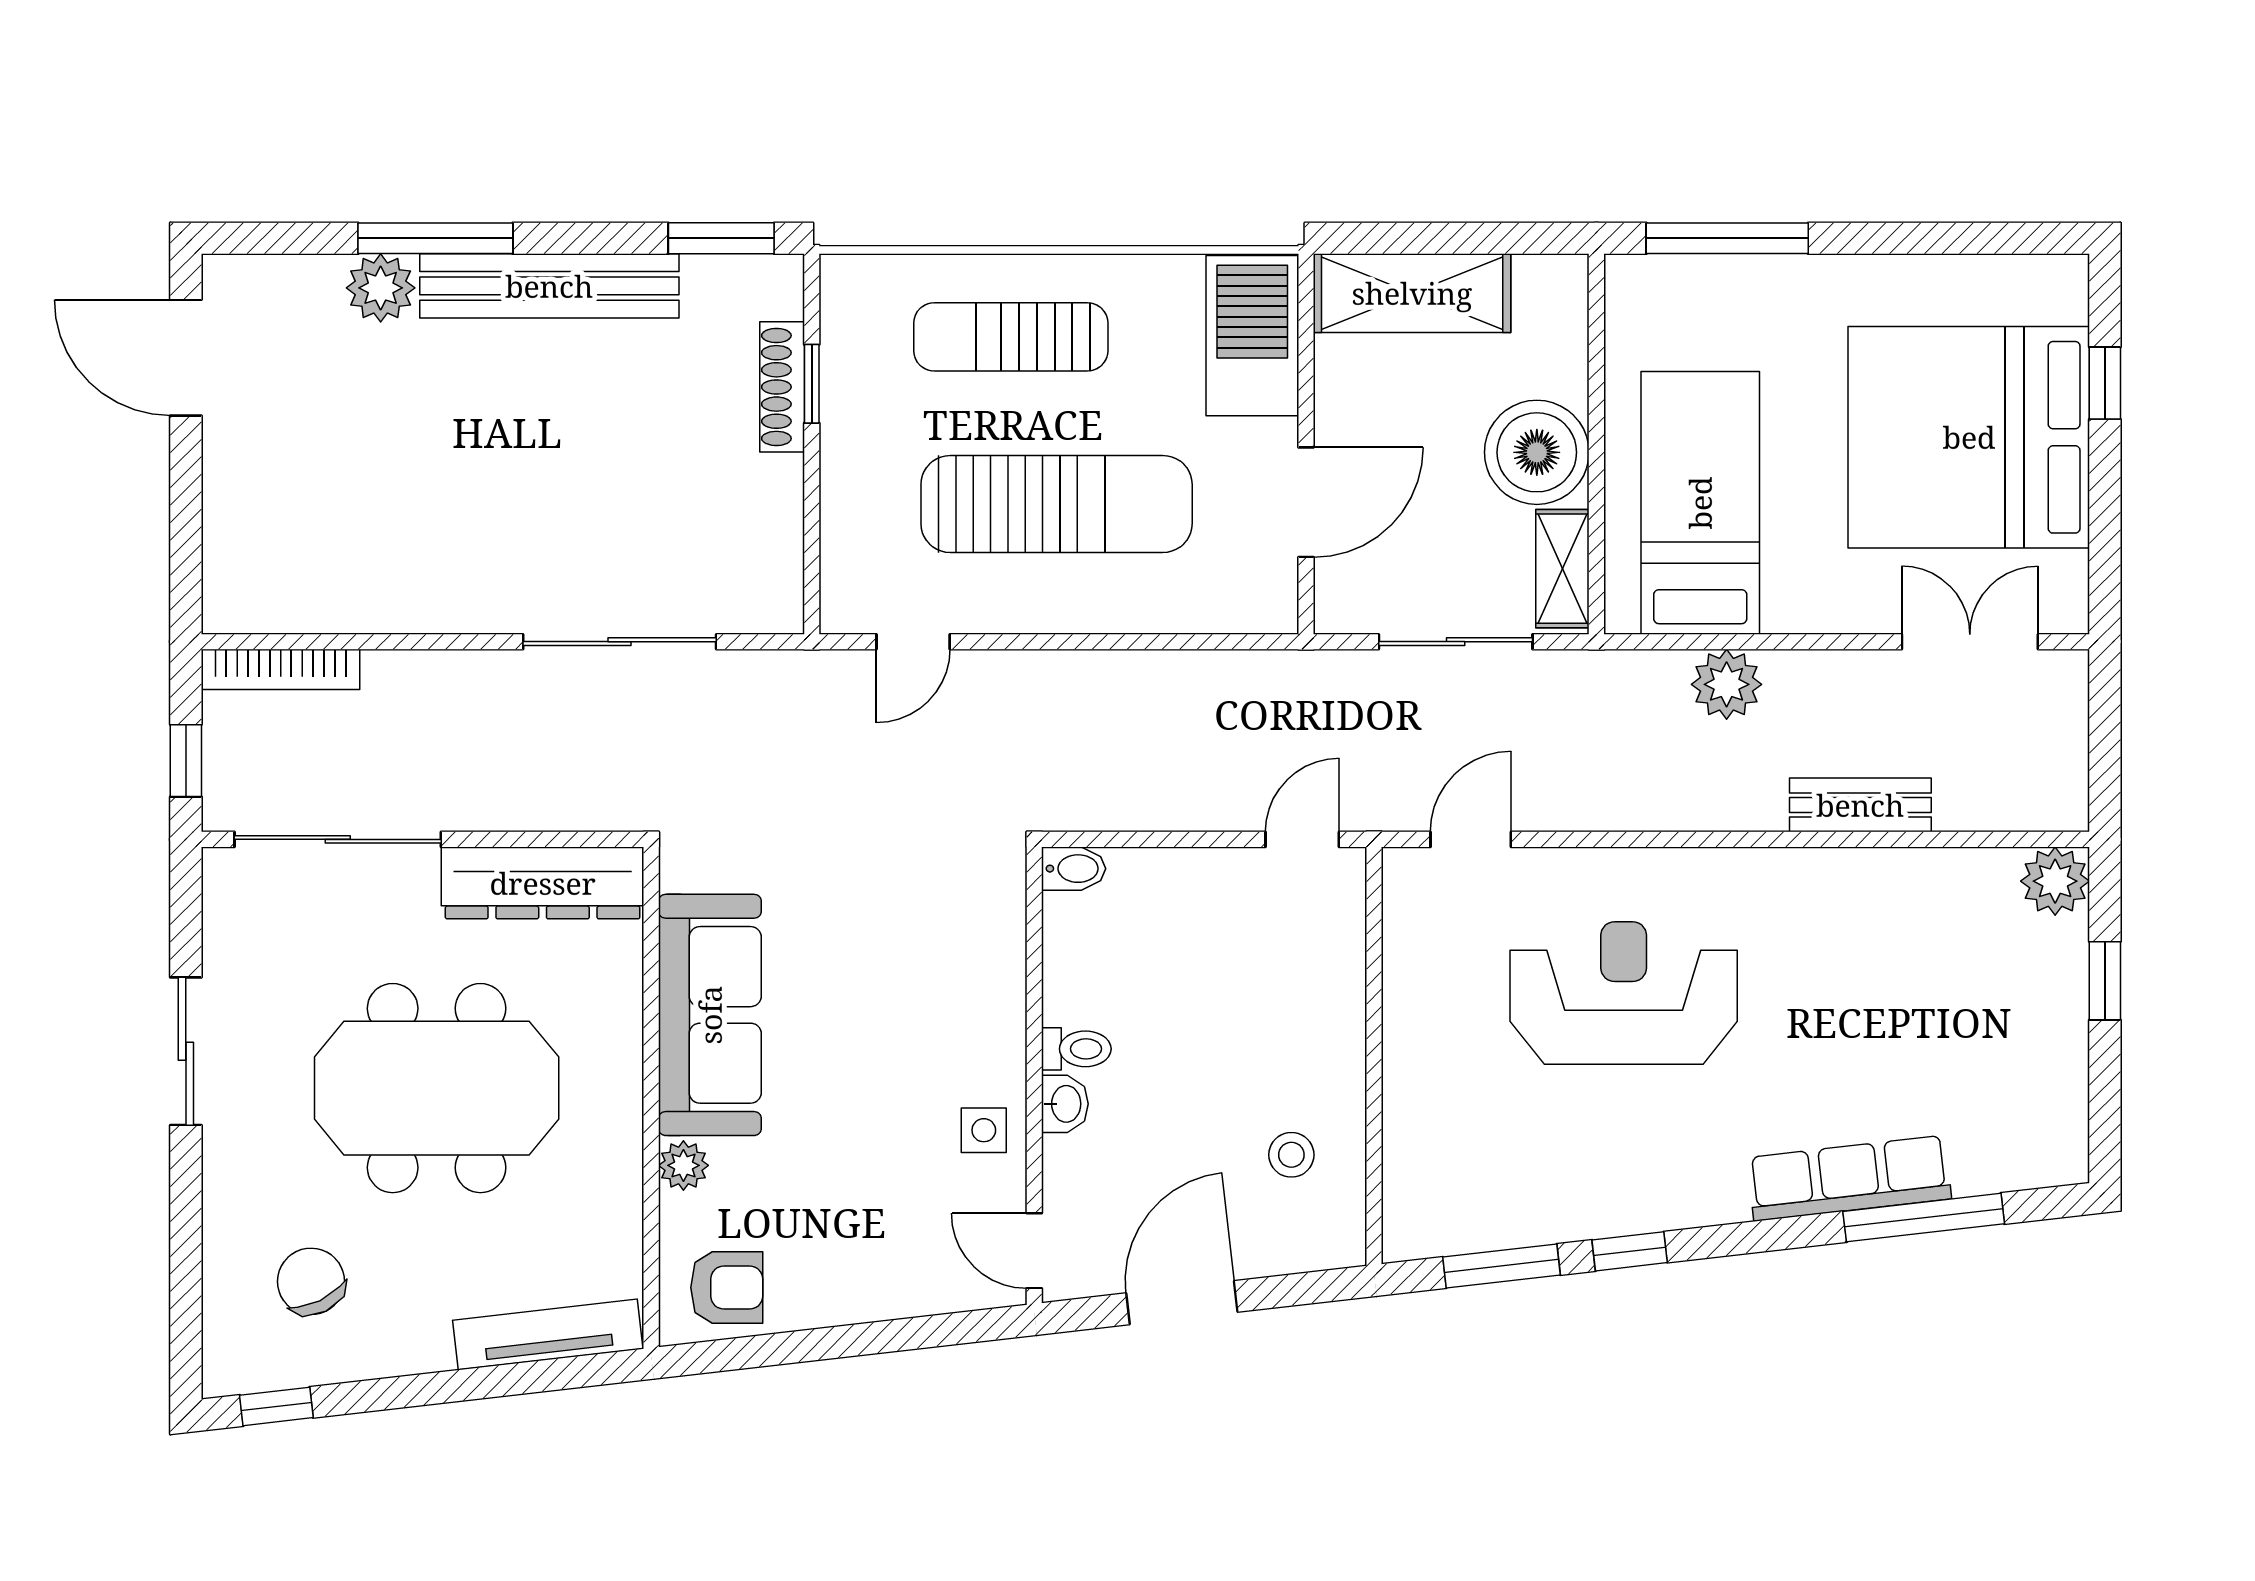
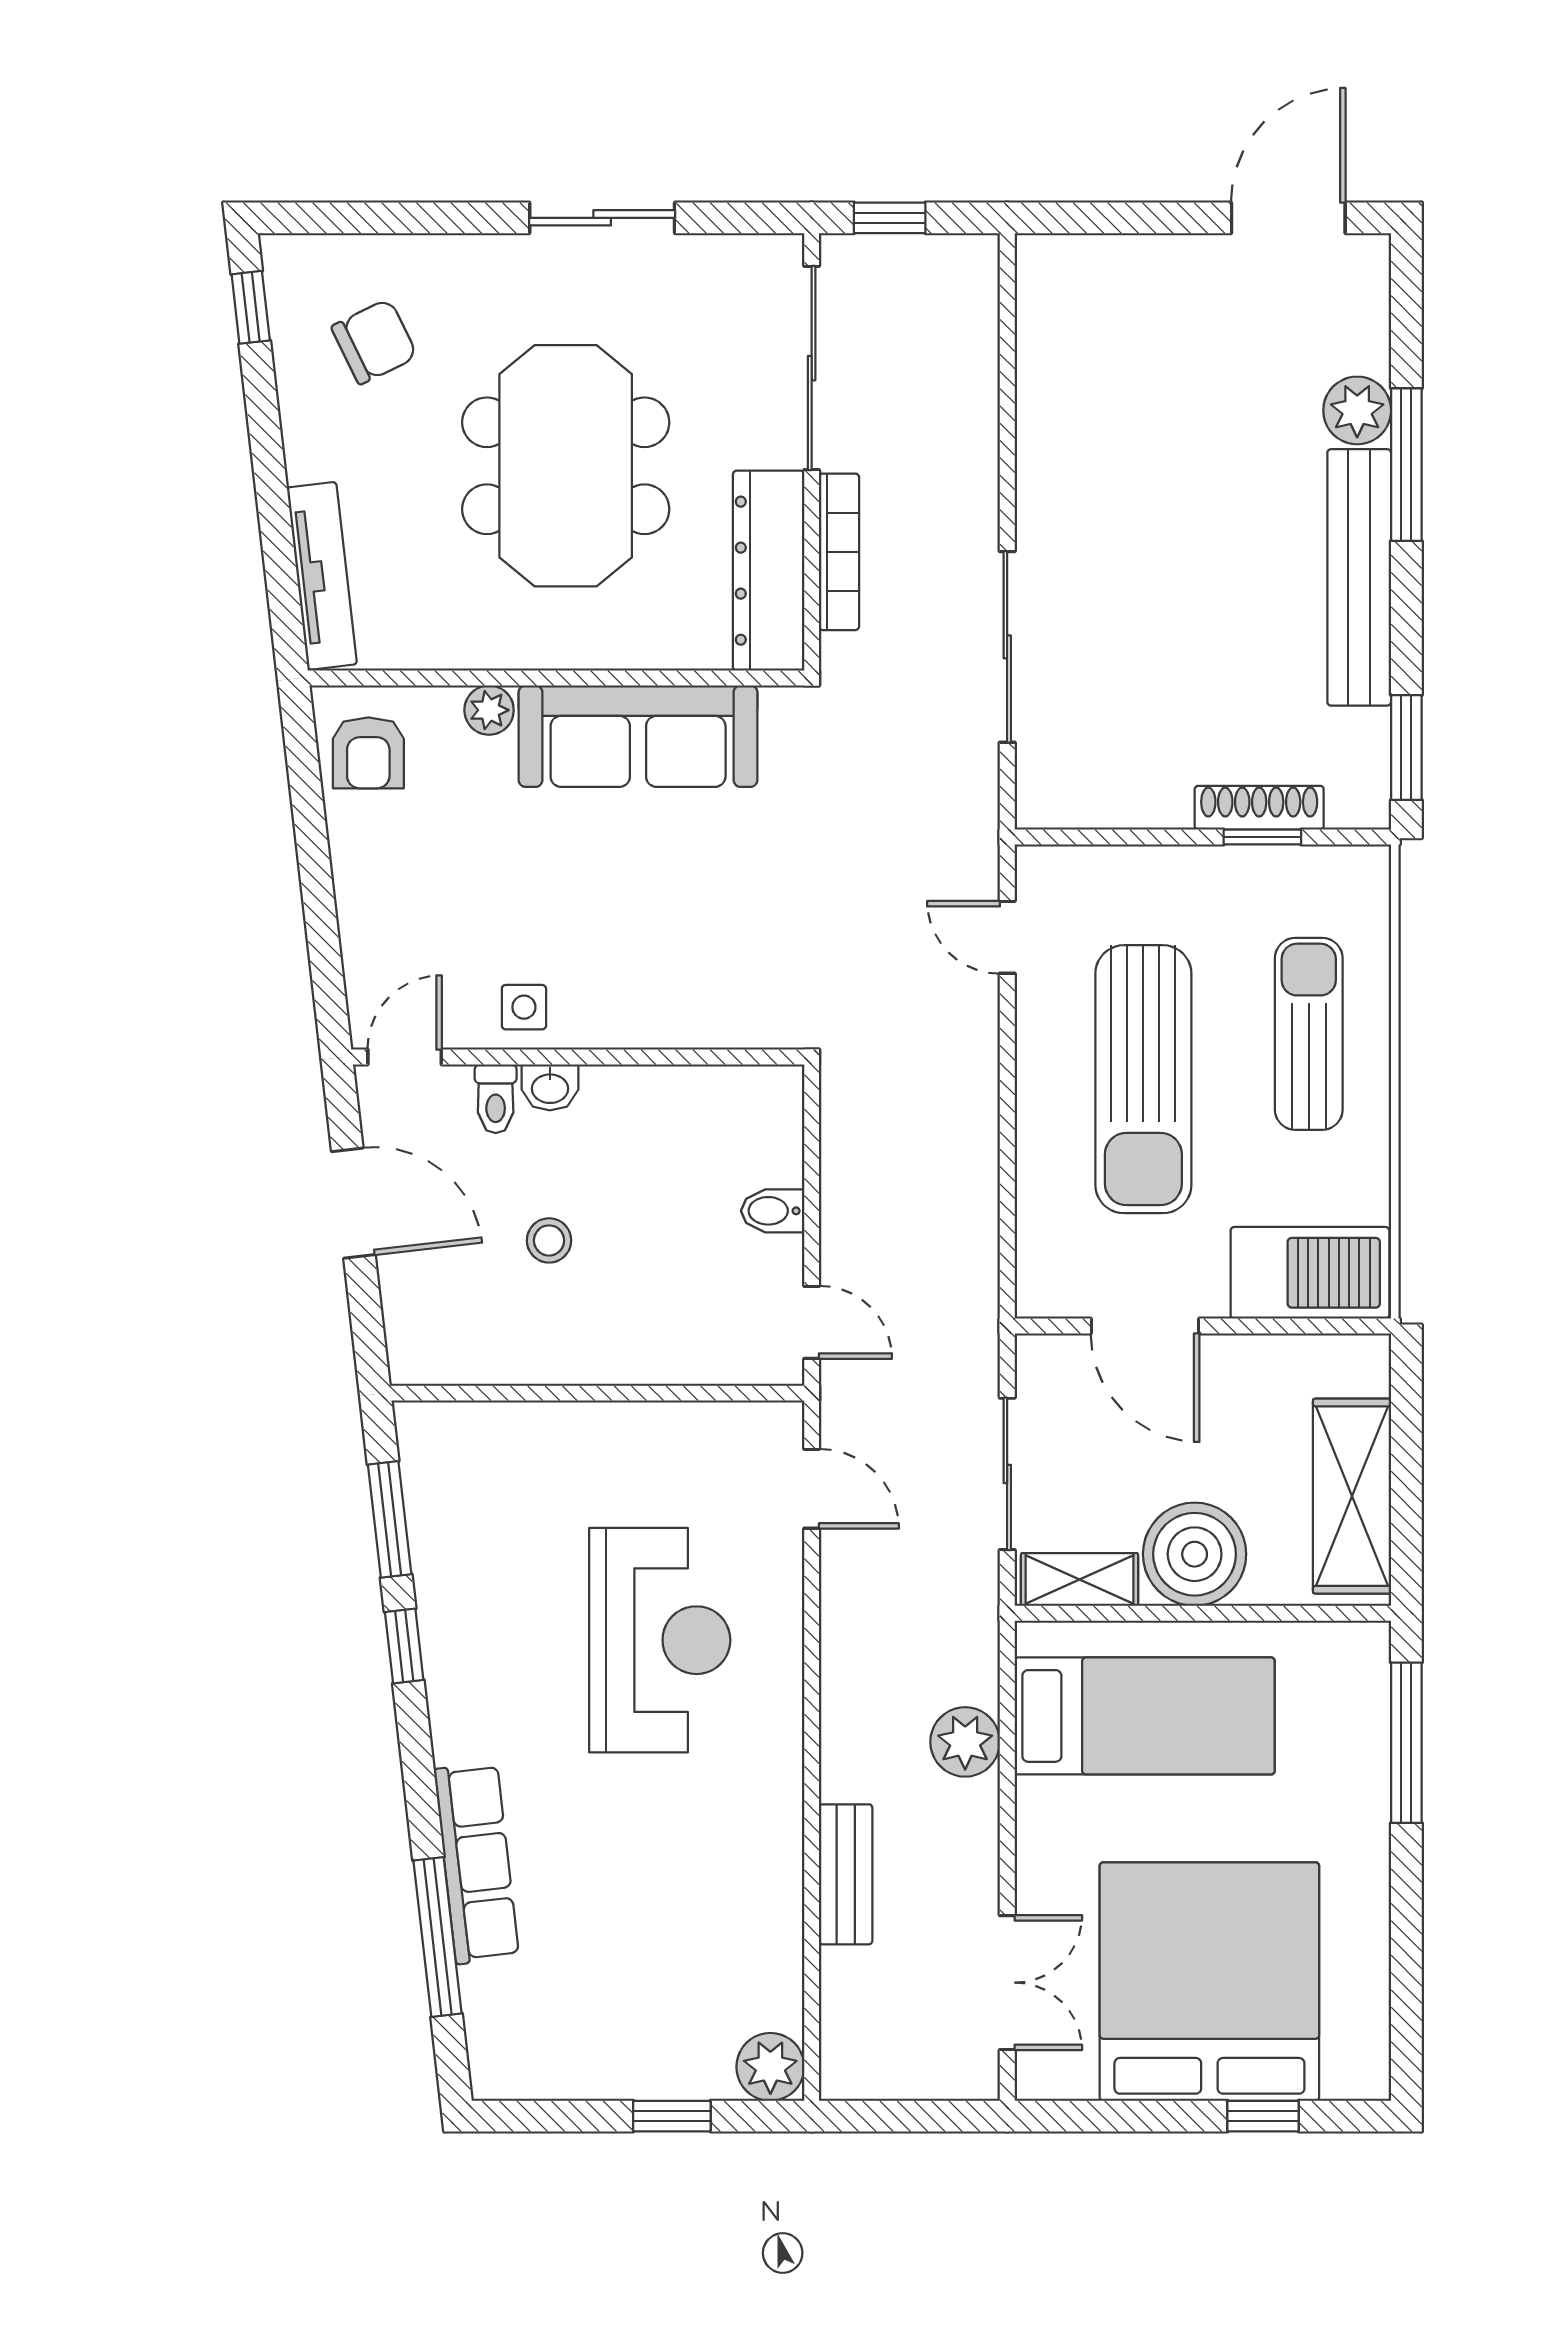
shelving: (1412, 293) -> (1352, 1496), moved
bookcase: (281, 669) -> (839, 552), moved, turned 180
bidet: (1074, 869) -> (773, 1211), moved, turned 90
toilet: (1076, 1049) -> (496, 1099), moved
stool: (1291, 1155) -> (549, 1240), moved

